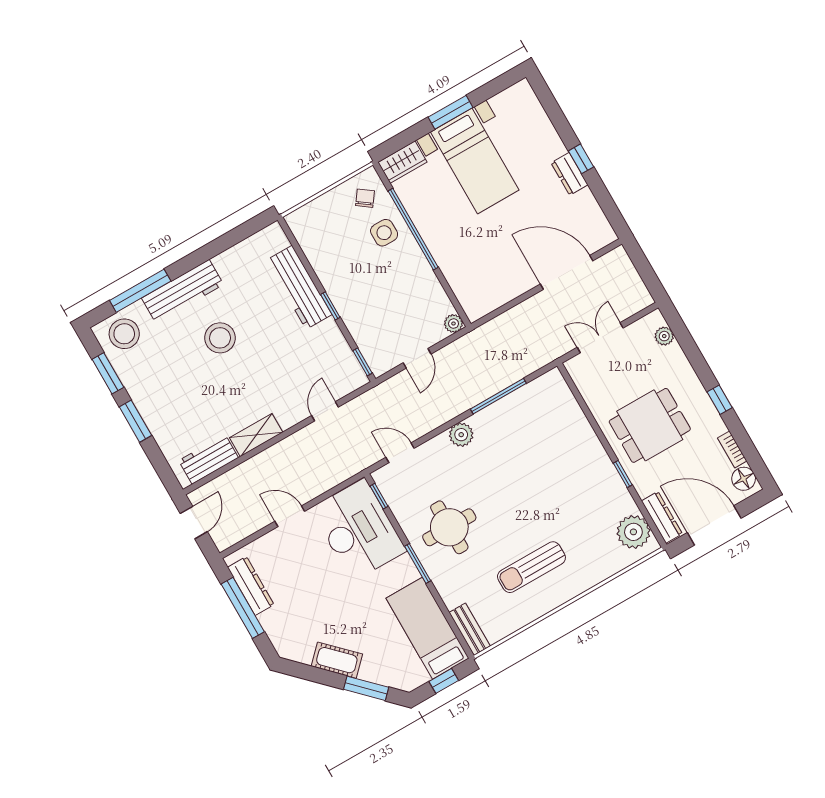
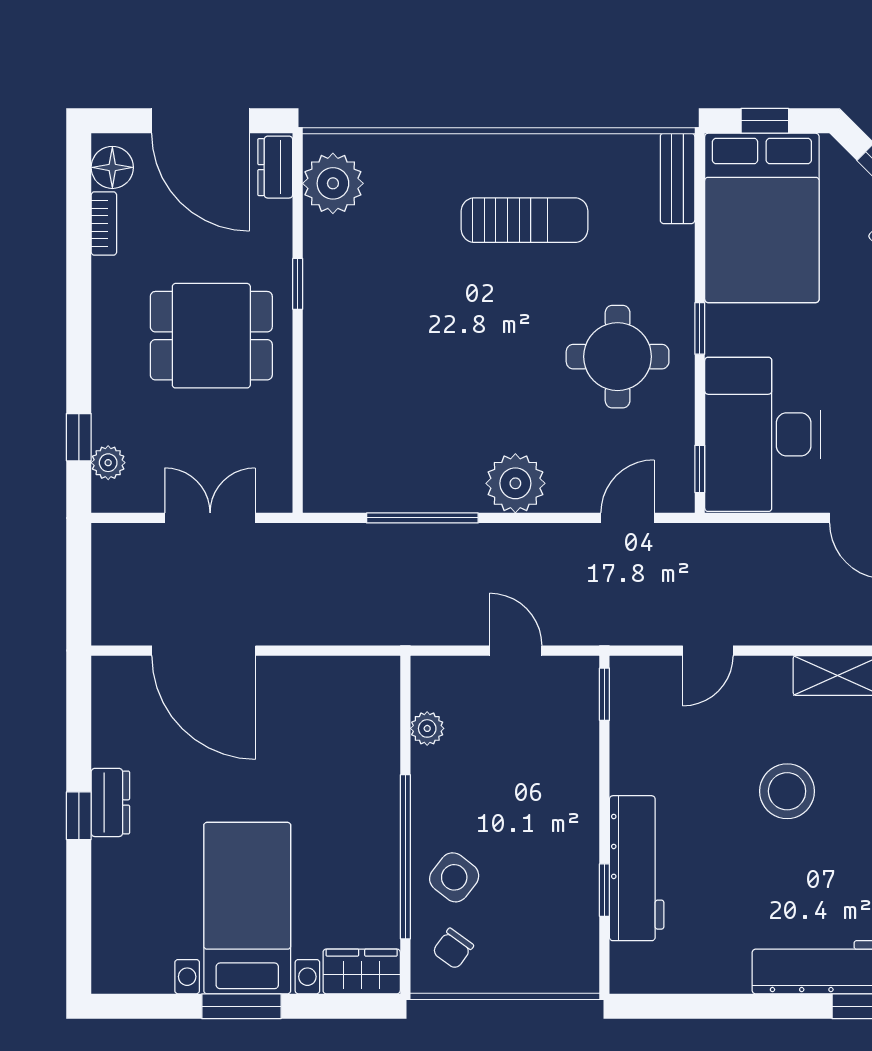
side table: (384, 233) -> (454, 877), turned 38
window: (330, 306) -> (604, 890), moved
plant: (454, 324) -> (427, 728), moved
stool: (220, 338) -> (787, 791), moved
double door: (600, 338) -> (210, 518), swing flipped
door: (417, 358) -> (516, 651), hinge flipped
window: (720, 400) -> (79, 437), moved
plant: (461, 435) -> (515, 483), width x1.36, depth x1.36
door: (400, 453) -> (627, 518), swing flipped
dresser: (662, 517) -> (275, 167), width x0.70
window: (418, 563) -> (700, 328), width x0.67
bed: (427, 628) -> (762, 218), width x1.50

